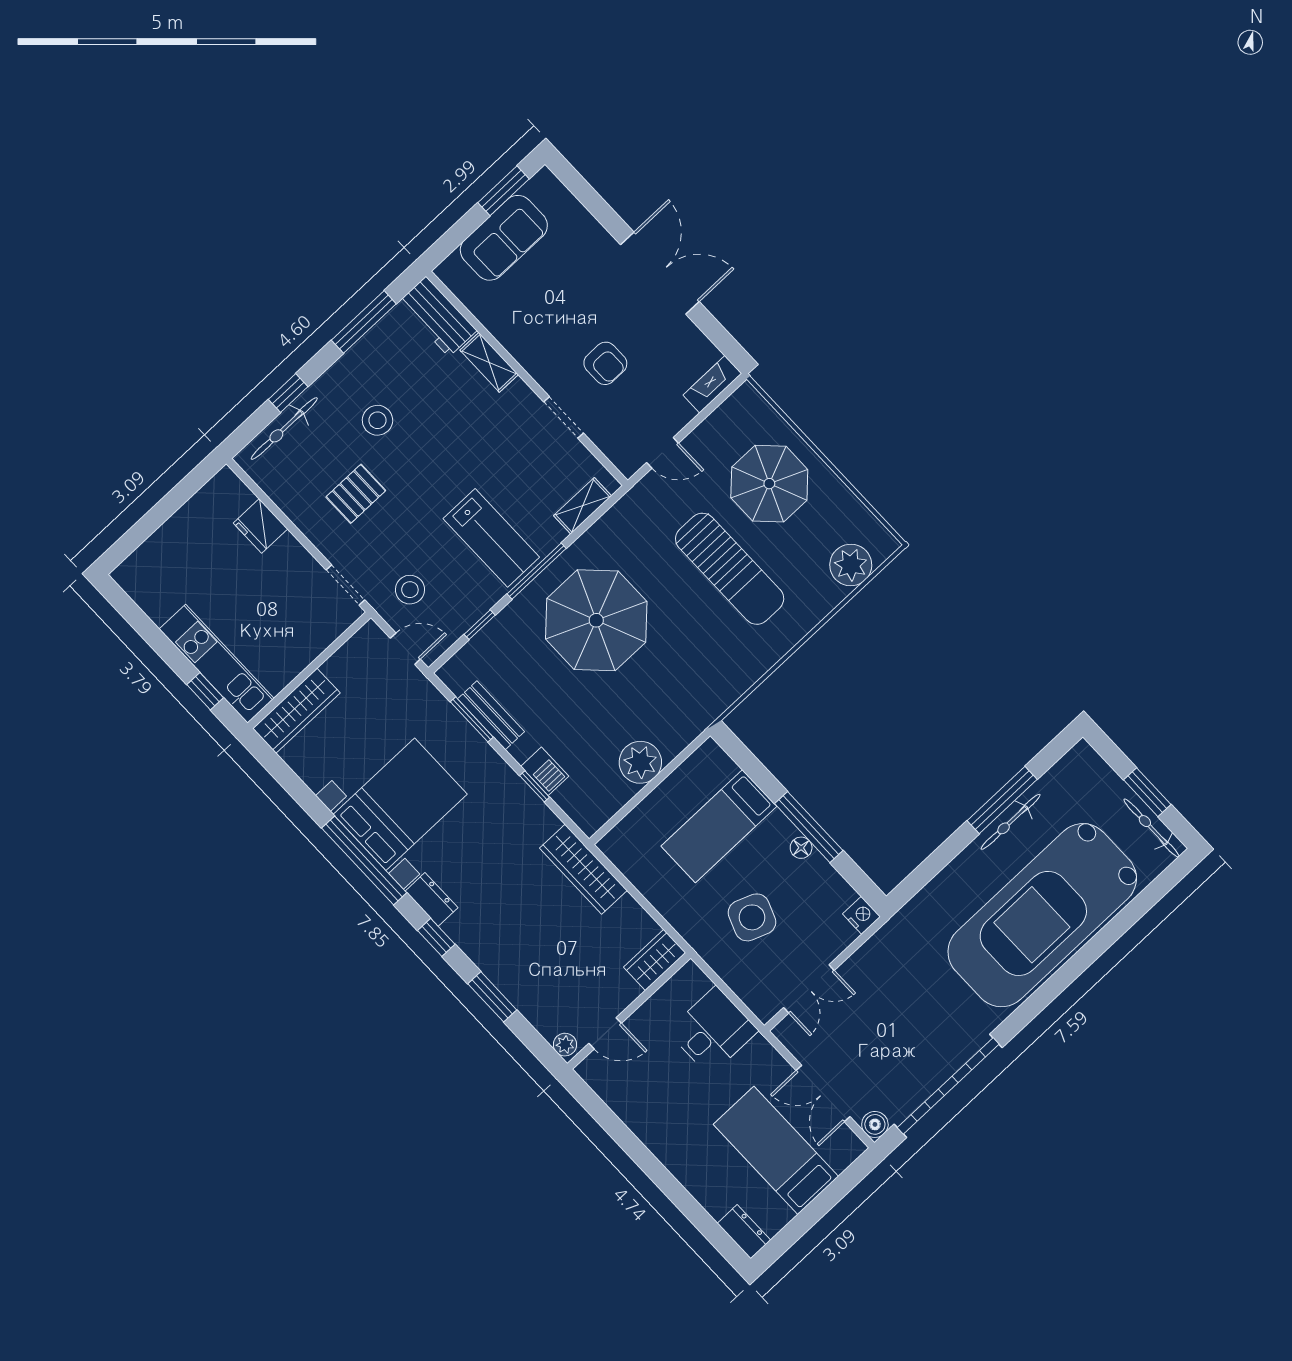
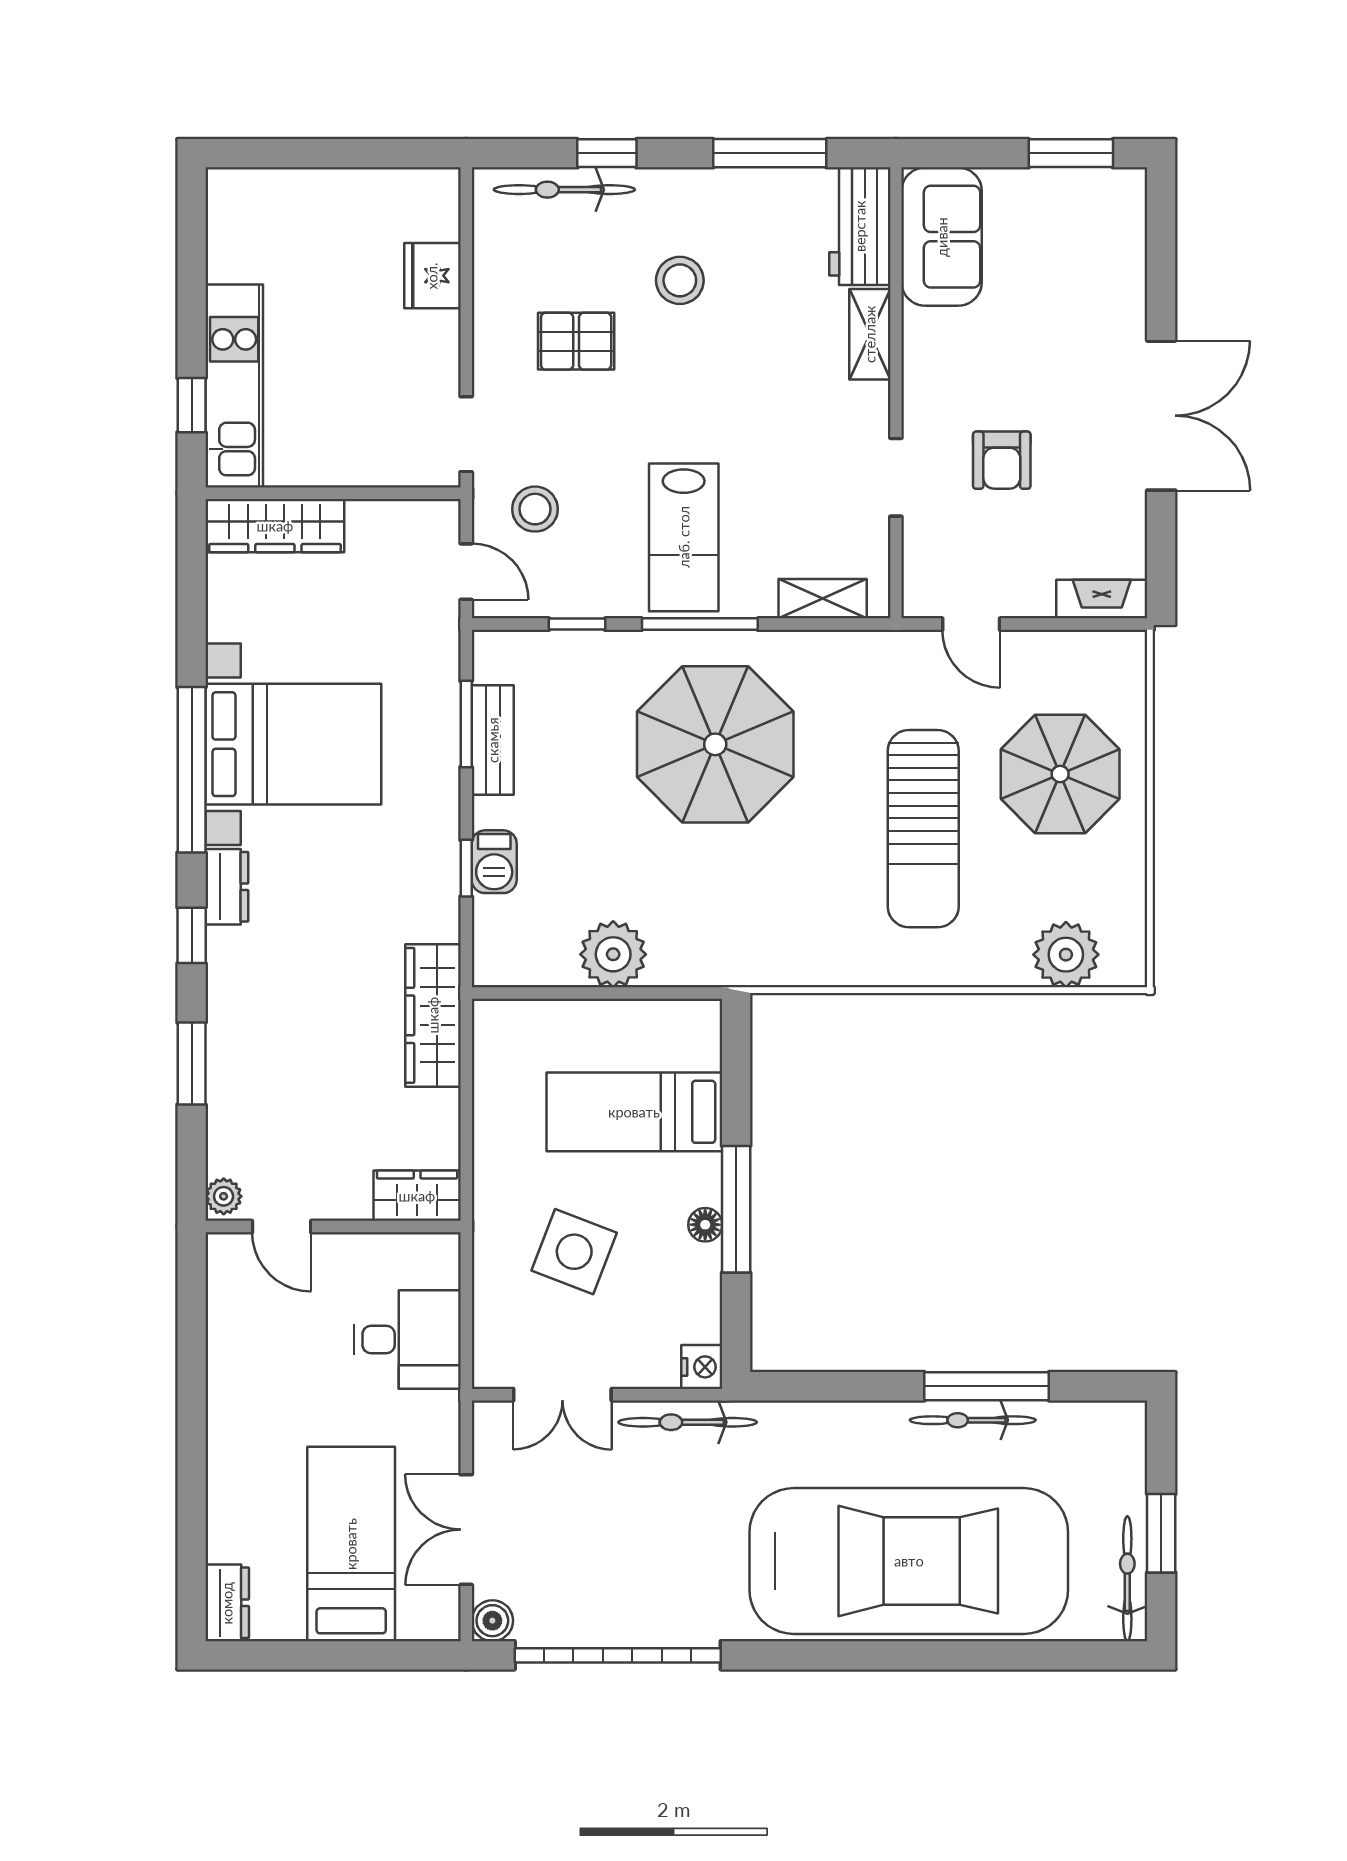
sofa: (504, 238) -> (942, 237), moved, turned -90
car: (1042, 915) -> (909, 1561), turned 180
bicycle: (879, 947) -> (688, 1422), added

